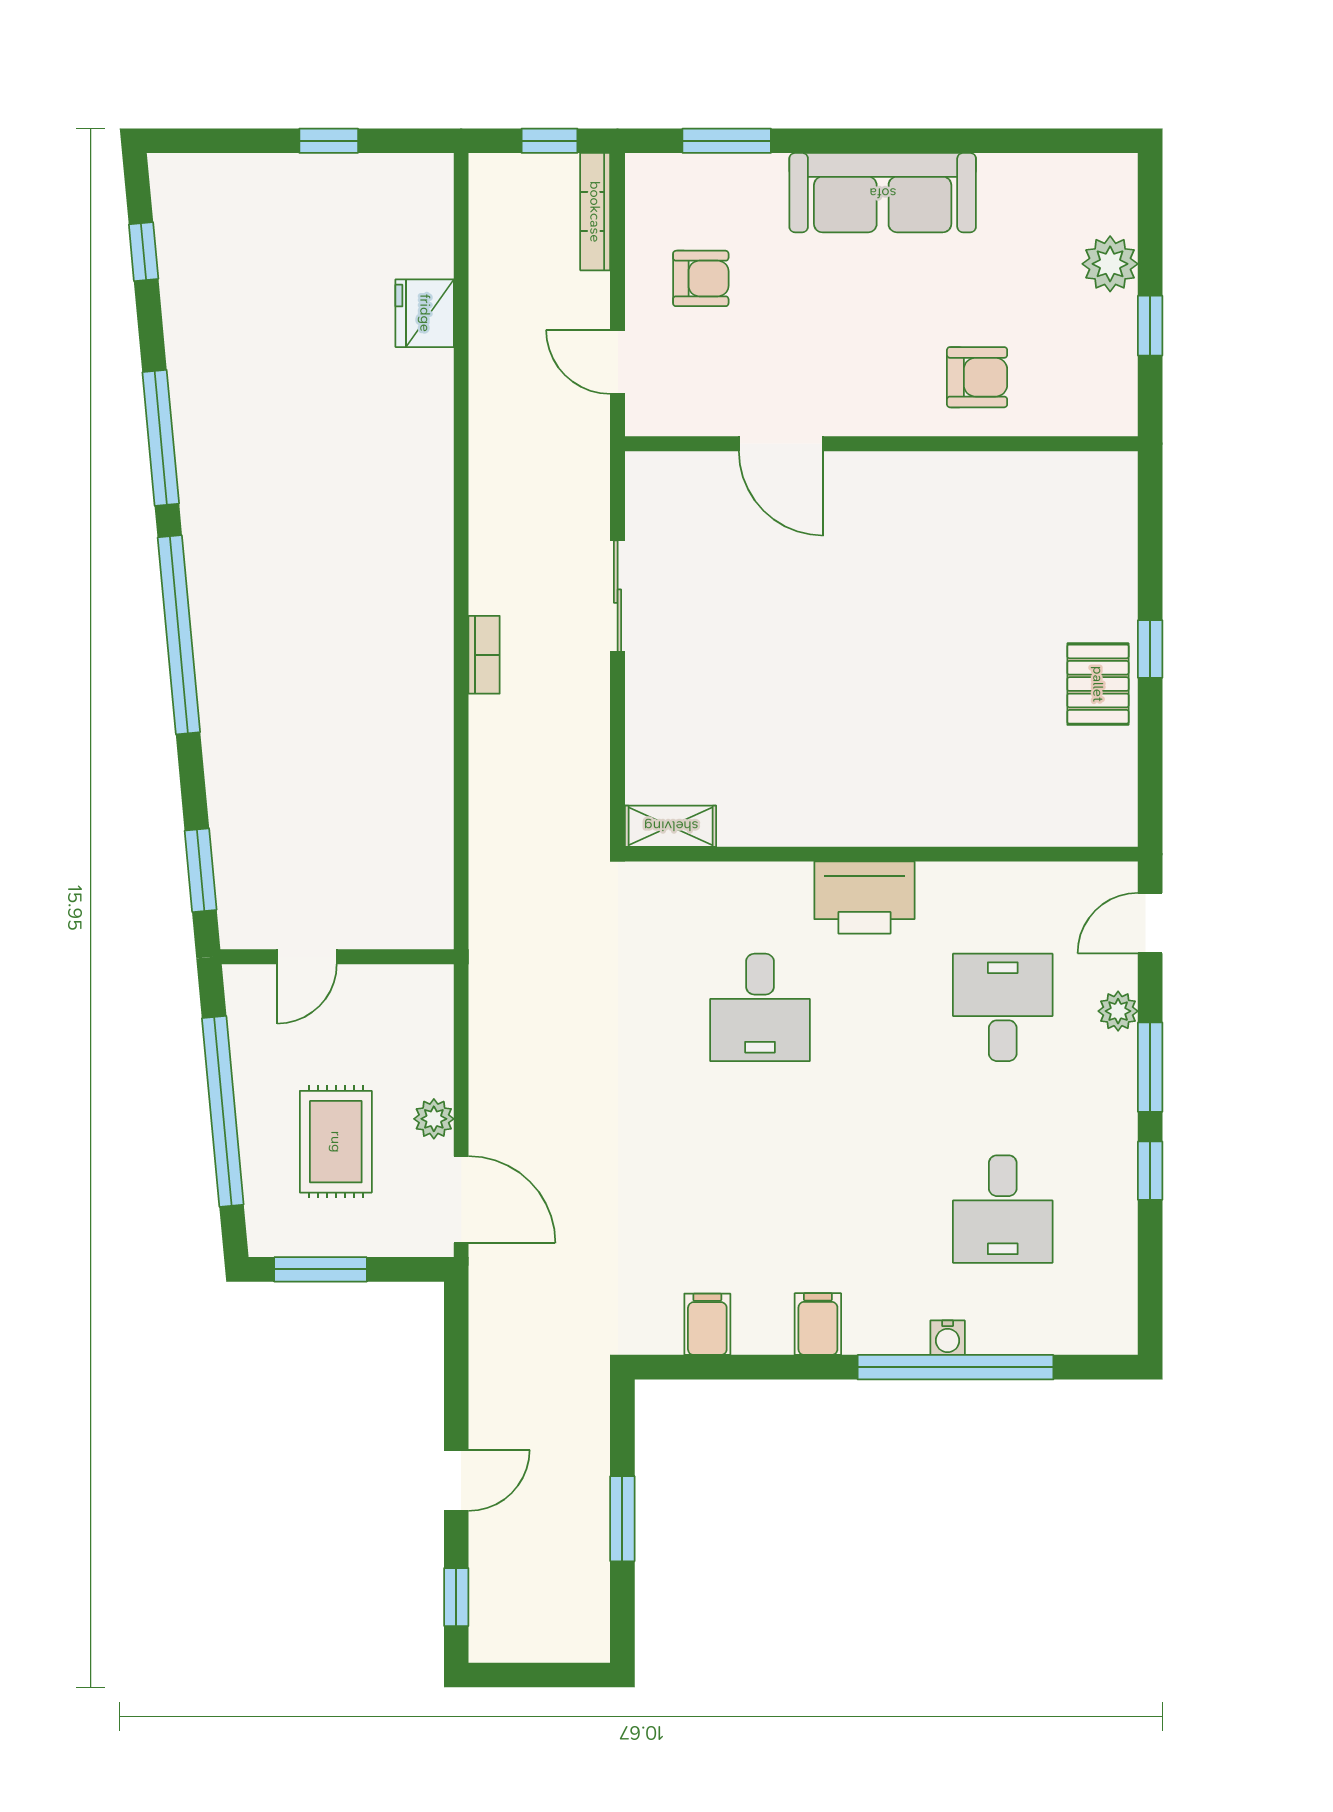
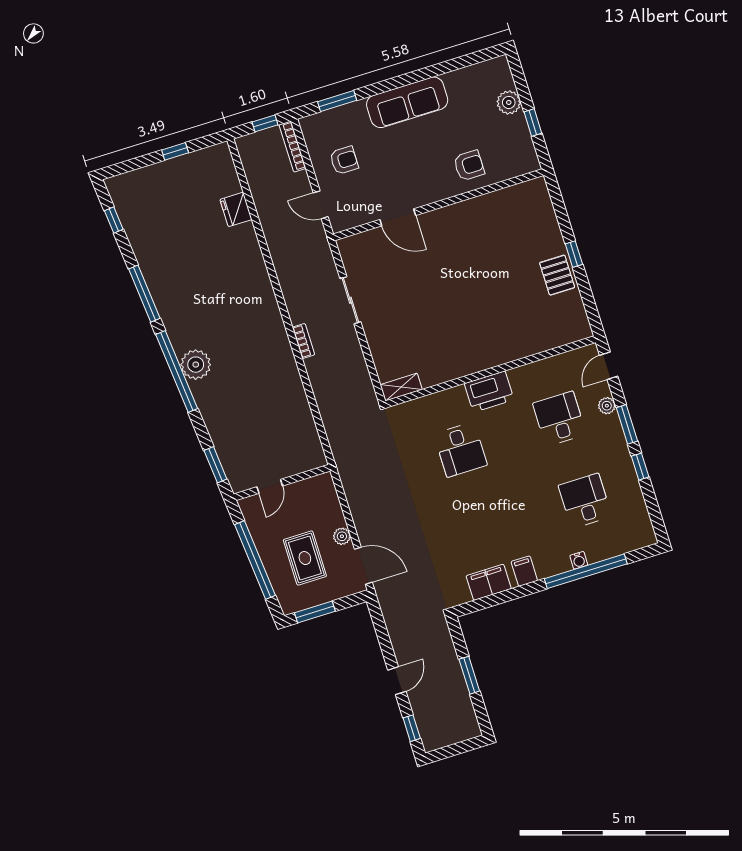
plant: (226, 632) -> (196, 365), added
desk: (1003, 1209) -> (585, 501), turned 180
filing cabinet: (707, 1324) -> (489, 582), width x2.00

